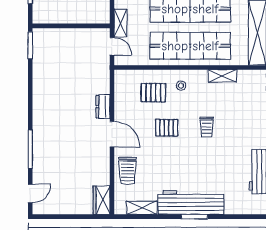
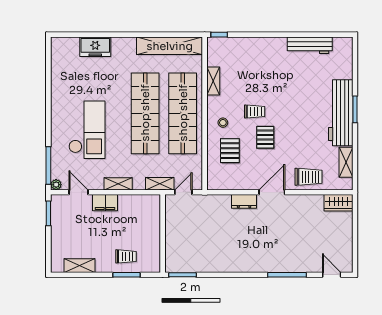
trolley: (207, 127) -> (255, 112), moved

